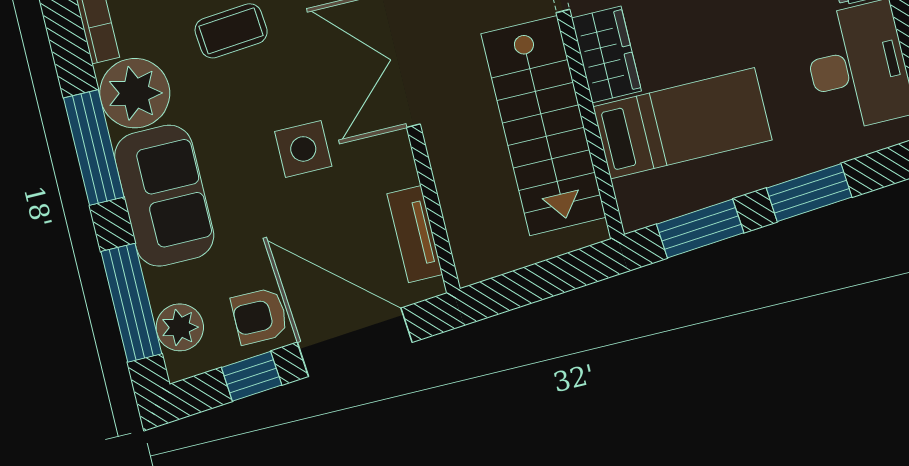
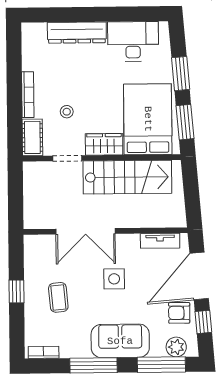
plant: (135, 93) -> (75, 343), removed
bed: (682, 123) -> (148, 119), width x1.50
armchair: (260, 316) -> (179, 313), turned 90

